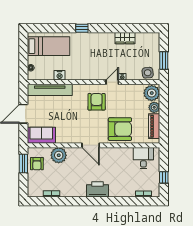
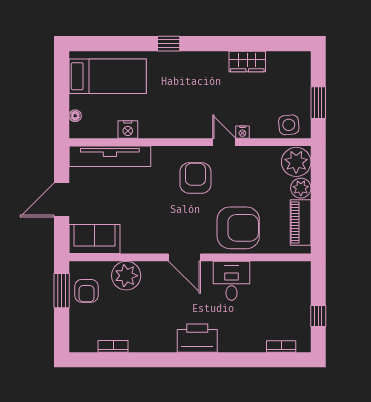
door: (112, 82) -> (224, 142), hinge flipped
desk: (143, 158) -> (231, 281), moved

